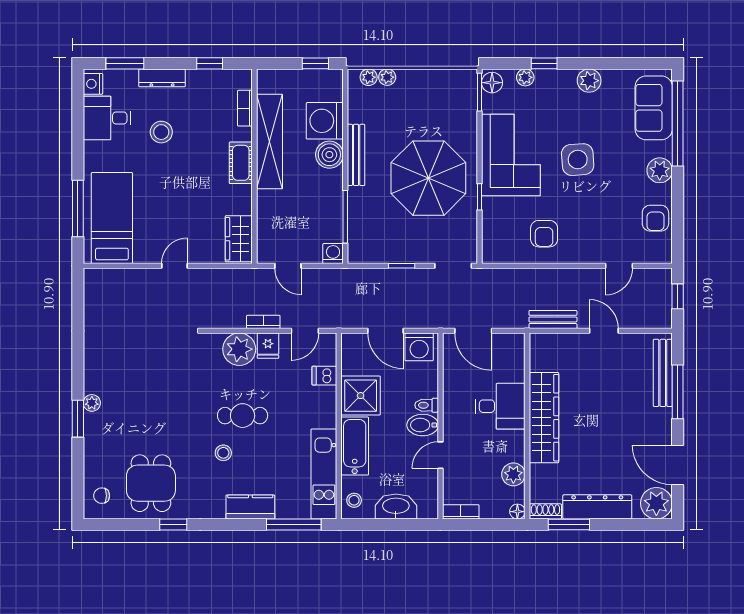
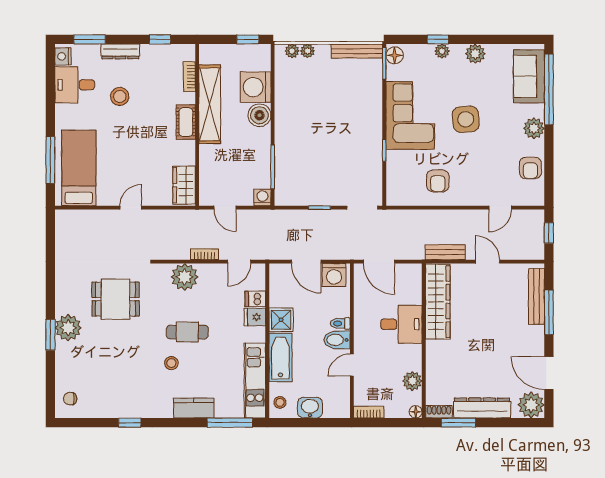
plant: (525, 77) -> (442, 51), moved
bench: (356, 155) -> (357, 51), moved, turned 90
parasol: (428, 178) -> (342, 135), removed
fridge: (268, 346) -> (255, 317), moved, turned 90
shower: (361, 396) -> (281, 320), width x0.73, depth x0.73
plant: (92, 403) -> (68, 328), width x1.88, depth x1.88
wardrobe: (544, 418) -> (438, 302), moved
dining table: (151, 483) -> (116, 299), moved, turned 90
washbasin: (396, 507) -> (310, 408), width x0.72

